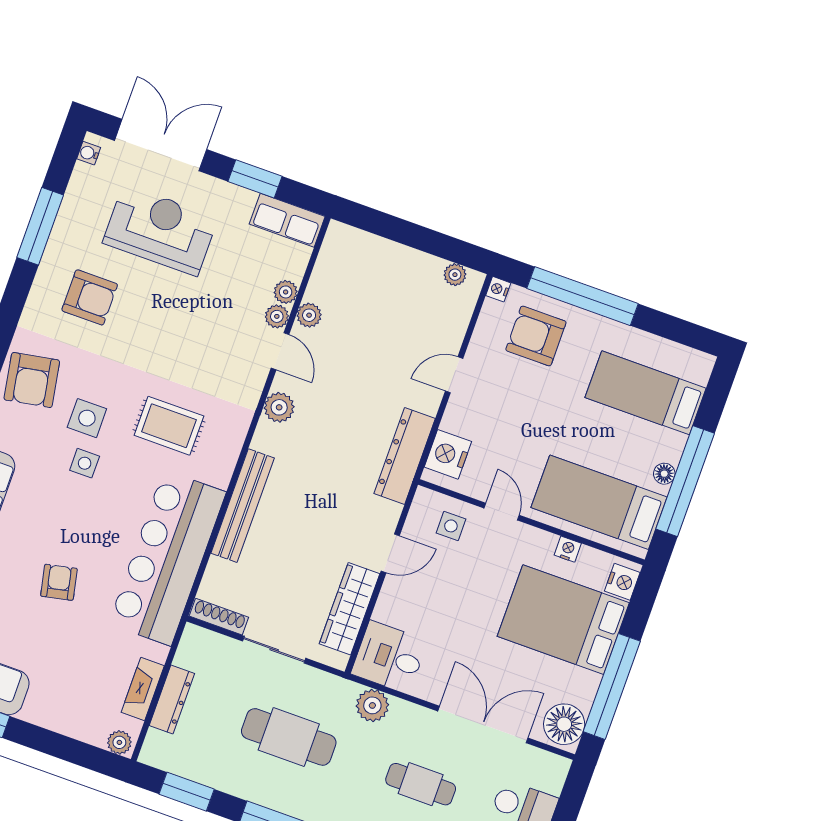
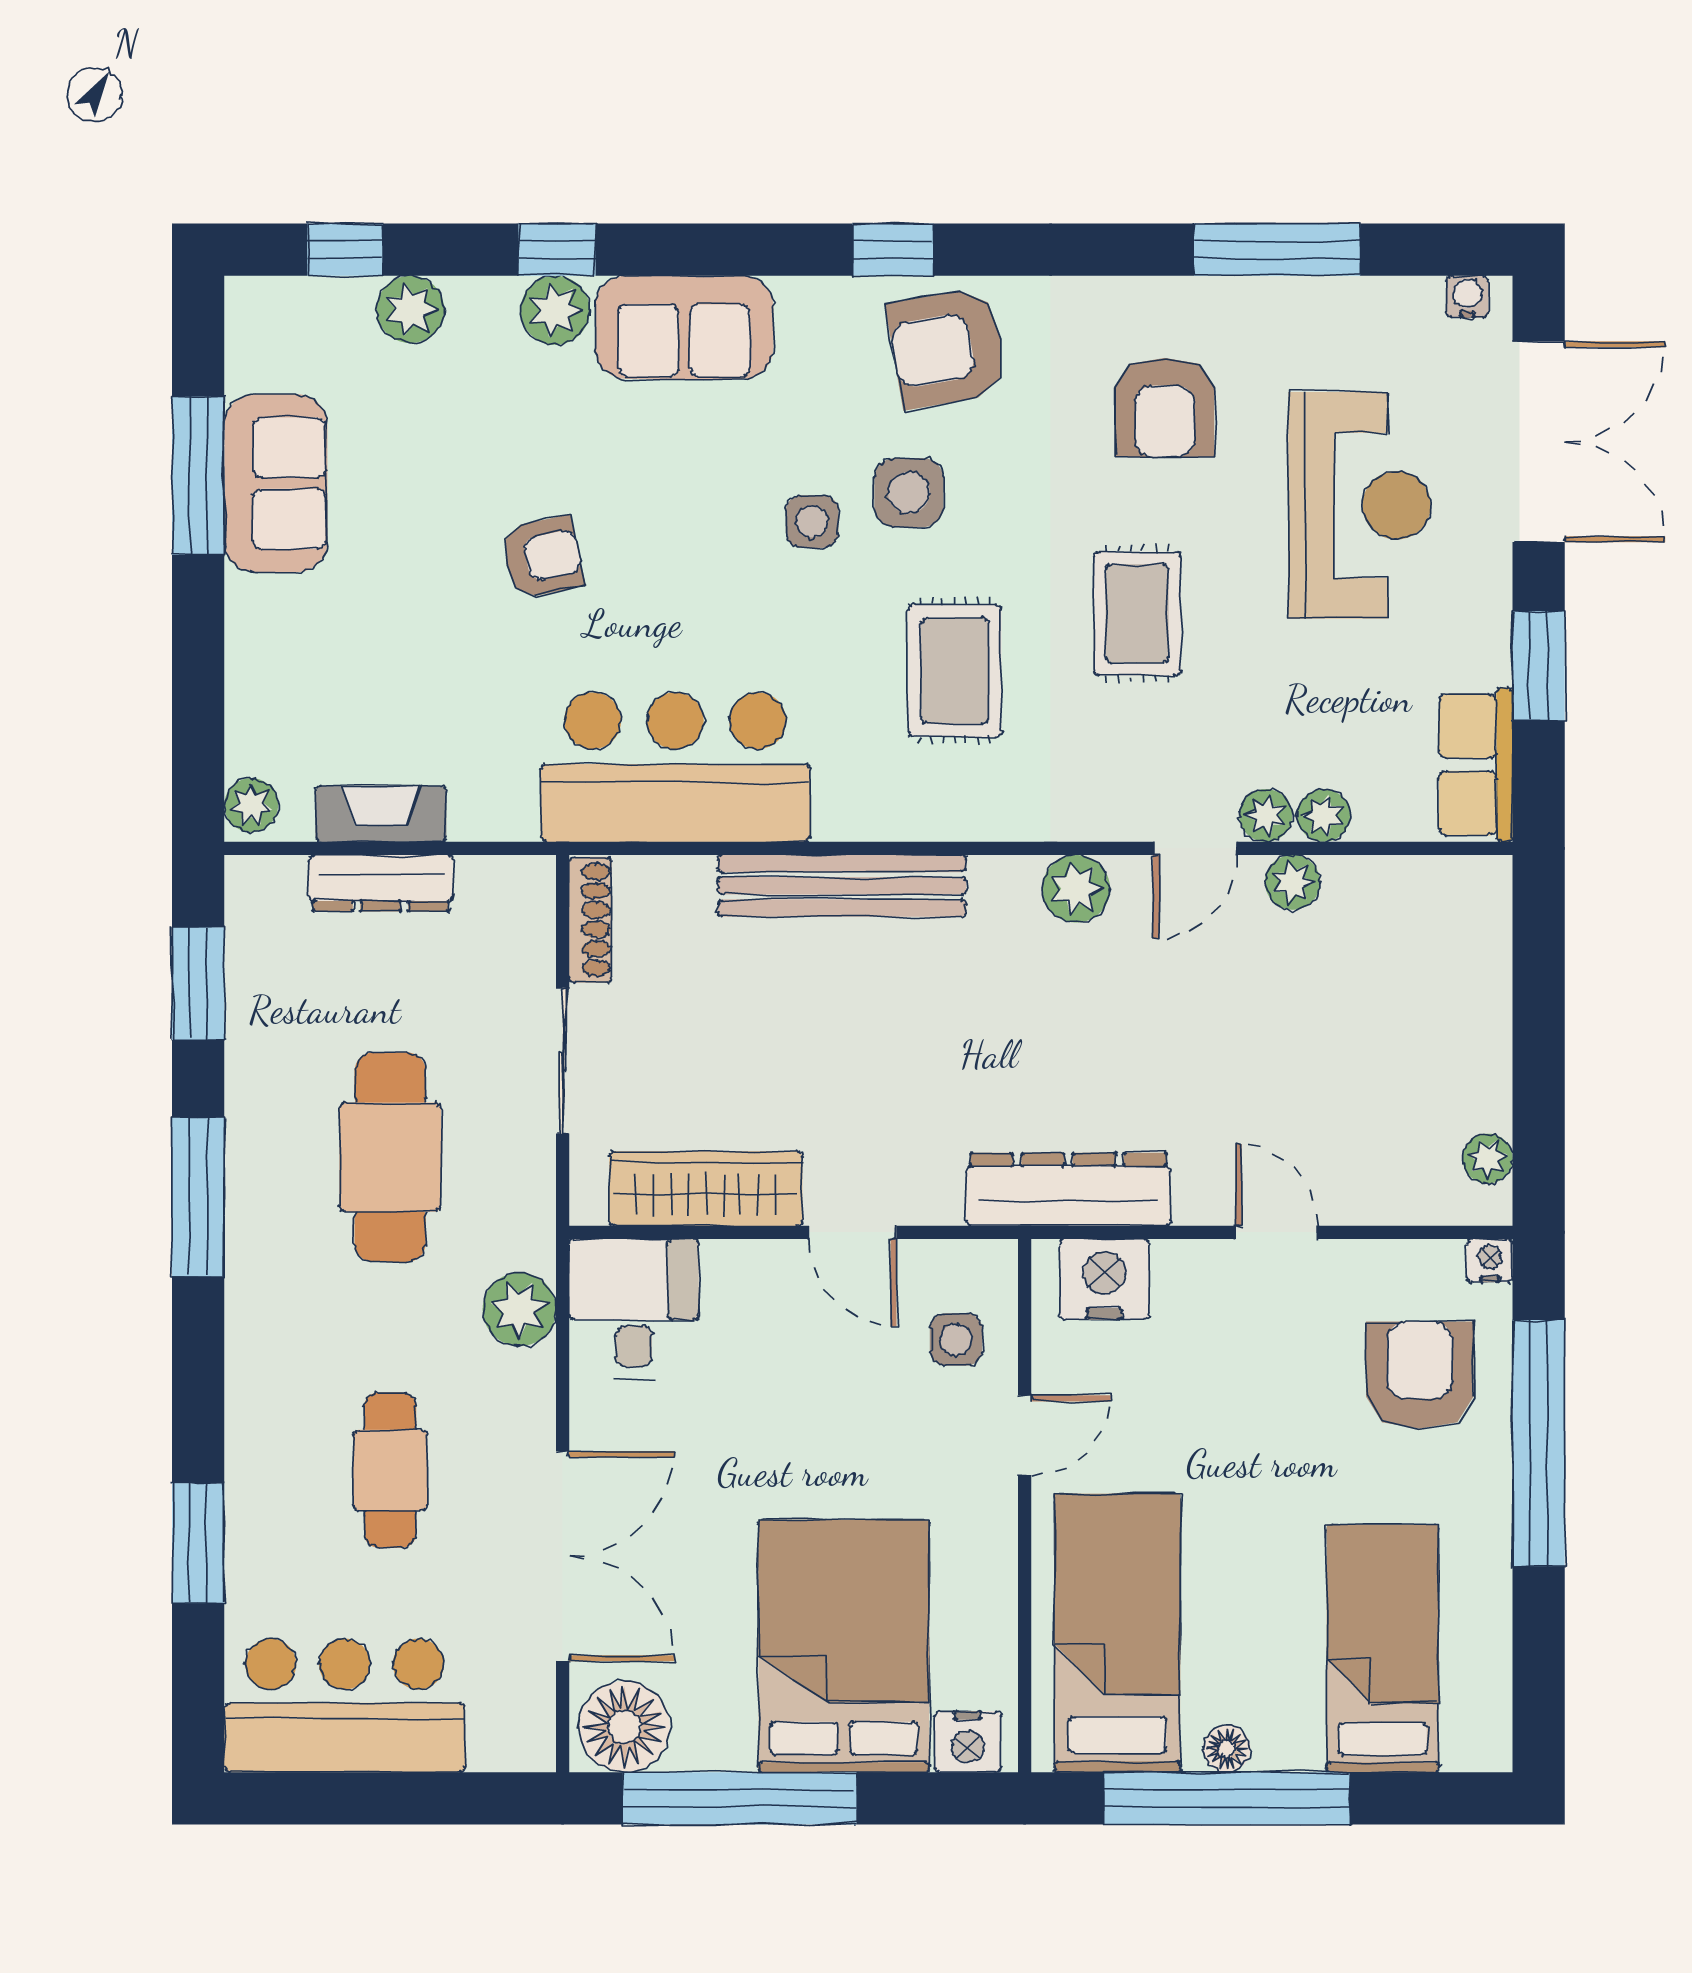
rug: (172, 340) -> (1137, 614), added
nightstand: (568, 549) -> (995, 1603), removed
bar counter: (167, 558) -> (675, 767), width x0.73

